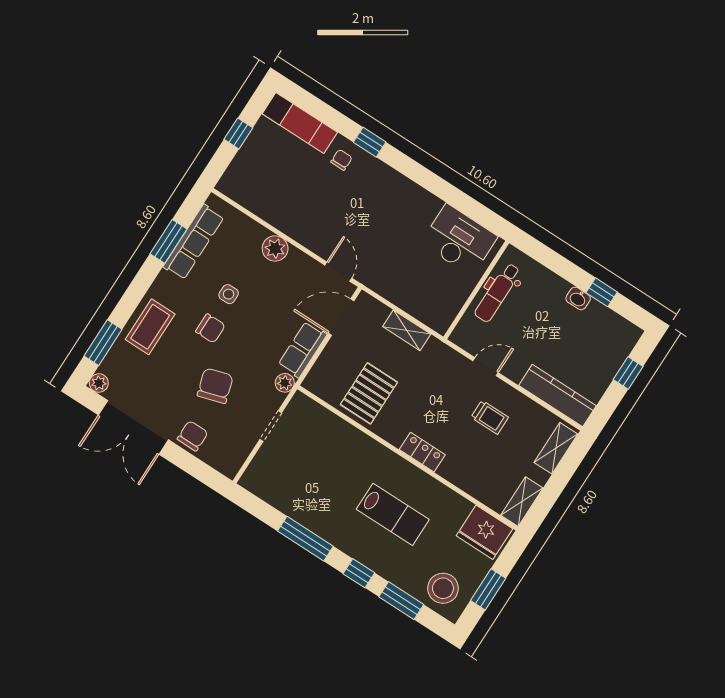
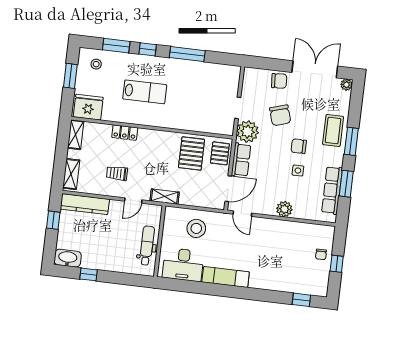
exam couch: (300, 123) -> (226, 277), moved
window: (370, 142) -> (301, 300), moved
chair: (341, 160) -> (321, 254), moved
stool: (415, 283) -> (196, 228), added
washbasin: (578, 298) -> (68, 258), moved, width x1.91, depth x1.45
shelving: (407, 330) -> (165, 197), moved
window: (103, 343) -> (351, 141), moved
pallet: (328, 373) -> (220, 153), added
window: (628, 373) -> (53, 220), moved
plant: (285, 383) -> (248, 132), width x1.87, depth x1.87
chair: (193, 436) -> (279, 81), turned -94
locker: (422, 452) -> (125, 133), moved
lab bench: (393, 514) -> (145, 92), turned 180
stool: (443, 588) -> (96, 64), width x0.53, depth x0.53

